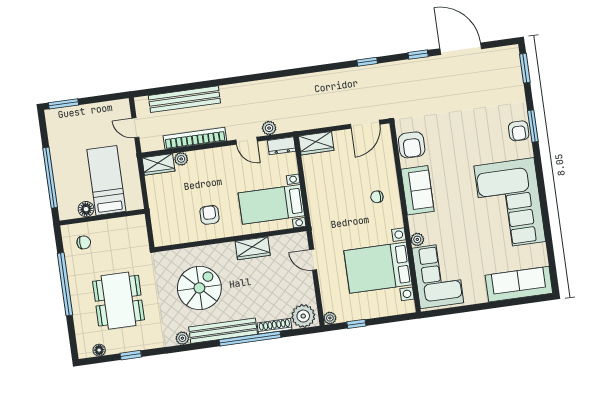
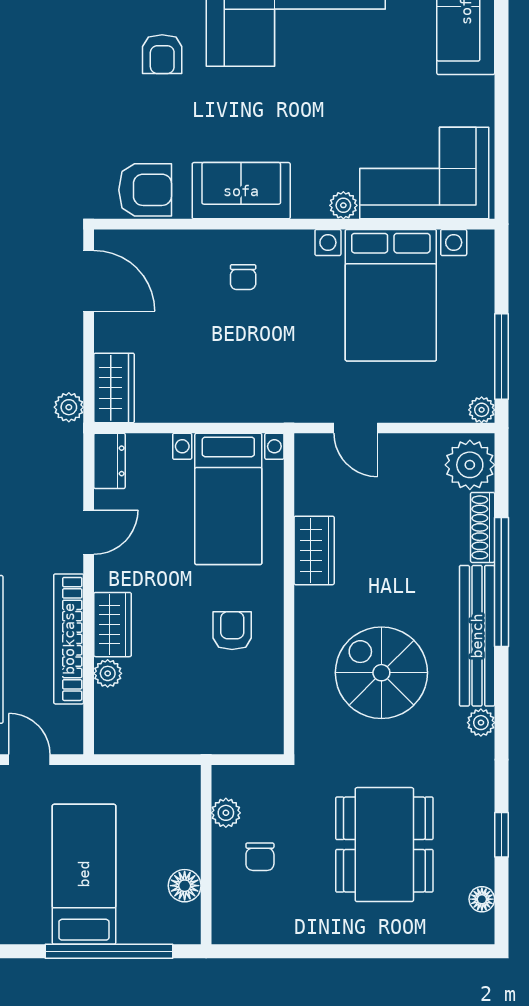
door: (135, 128) -> (30, 760), swing flipped
plant: (269, 128) -> (69, 407), moved
armchair: (477, 144) -> (162, 54), added
wardrobe: (158, 164) -> (113, 625), moved
bed: (106, 180) -> (84, 874), moved, turned 90
armchair: (209, 215) -> (232, 631), turned 90
plant: (123, 224) -> (226, 813), added
chair: (84, 242) -> (260, 857), moved, turned 180
door: (313, 260) -> (356, 428), hinge flipped
window: (65, 284) -> (335, 951), removed
dining table: (119, 301) -> (384, 845), turned 90
window: (356, 324) -> (501, 356), width x2.17

